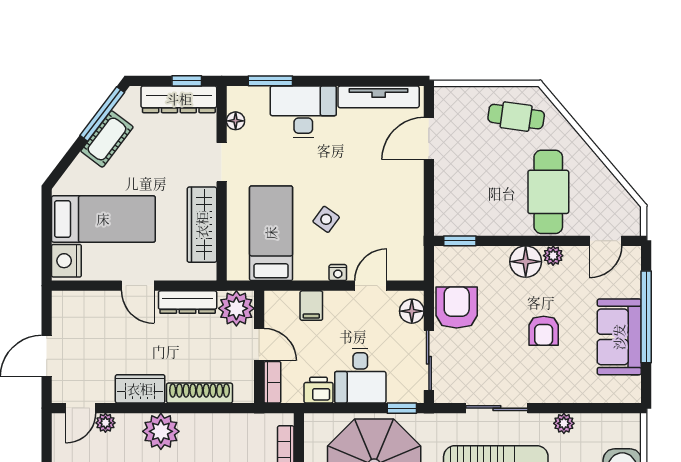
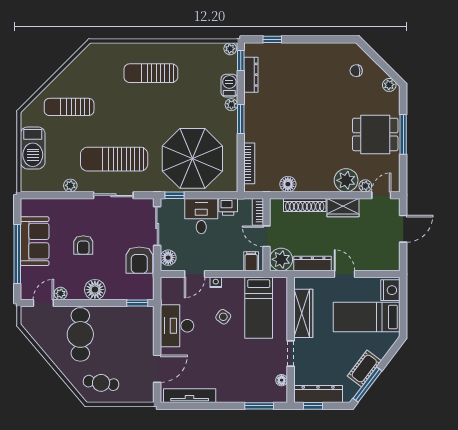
desk: (303, 112) -> (177, 326), moved, turned 90
plant: (553, 256) -> (61, 293), moved
filing cabinet: (311, 306) -> (251, 261), moved
armchair: (544, 331) -> (83, 245), turned 180
floor lamp: (226, 425) -> (288, 184), added
plant: (161, 431) -> (346, 180), moved

